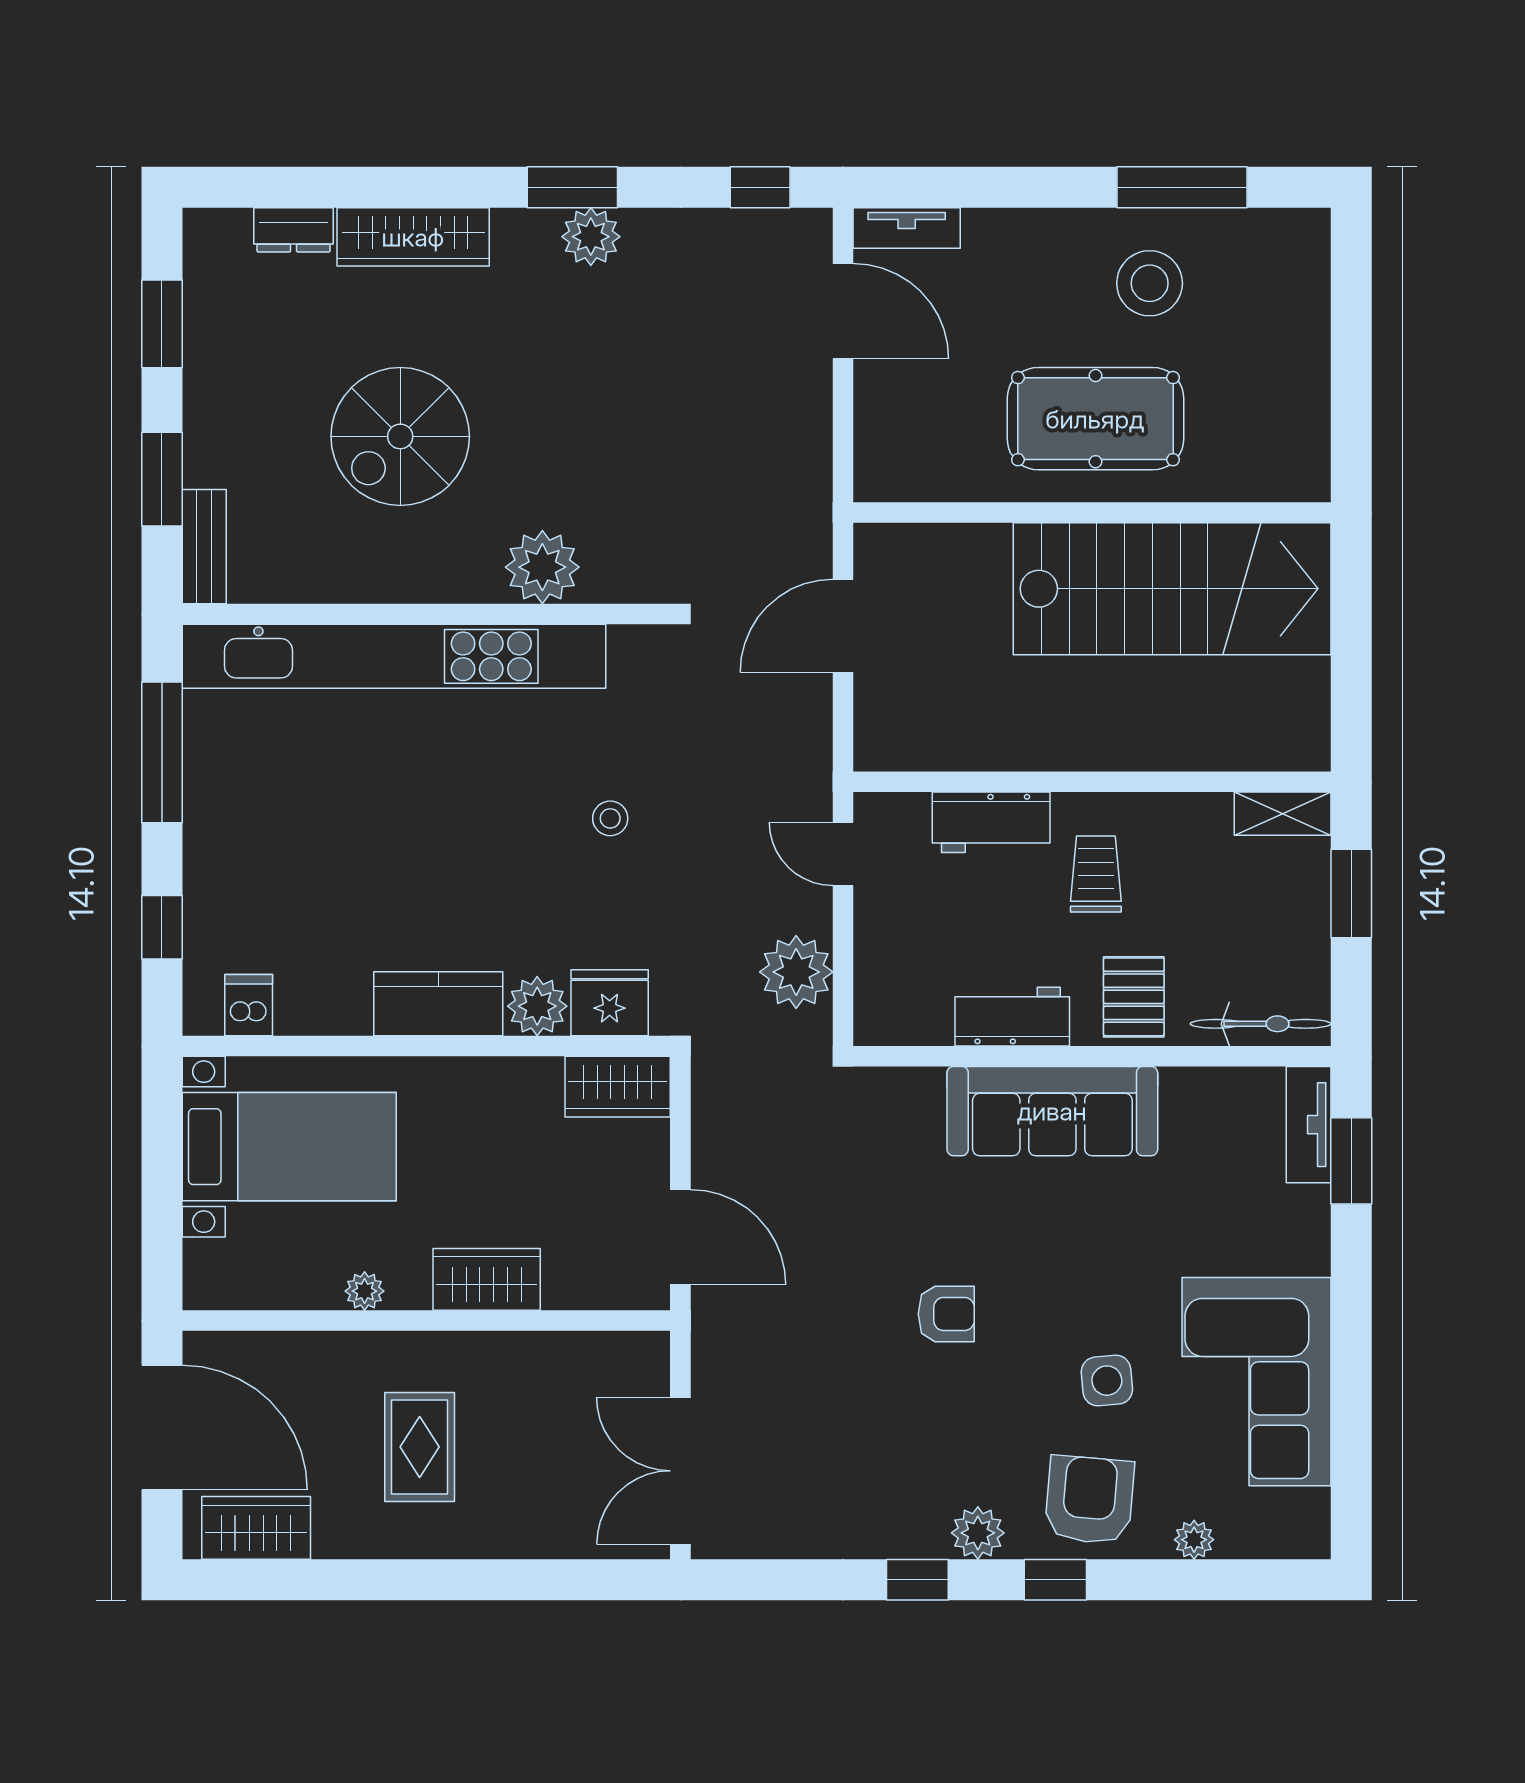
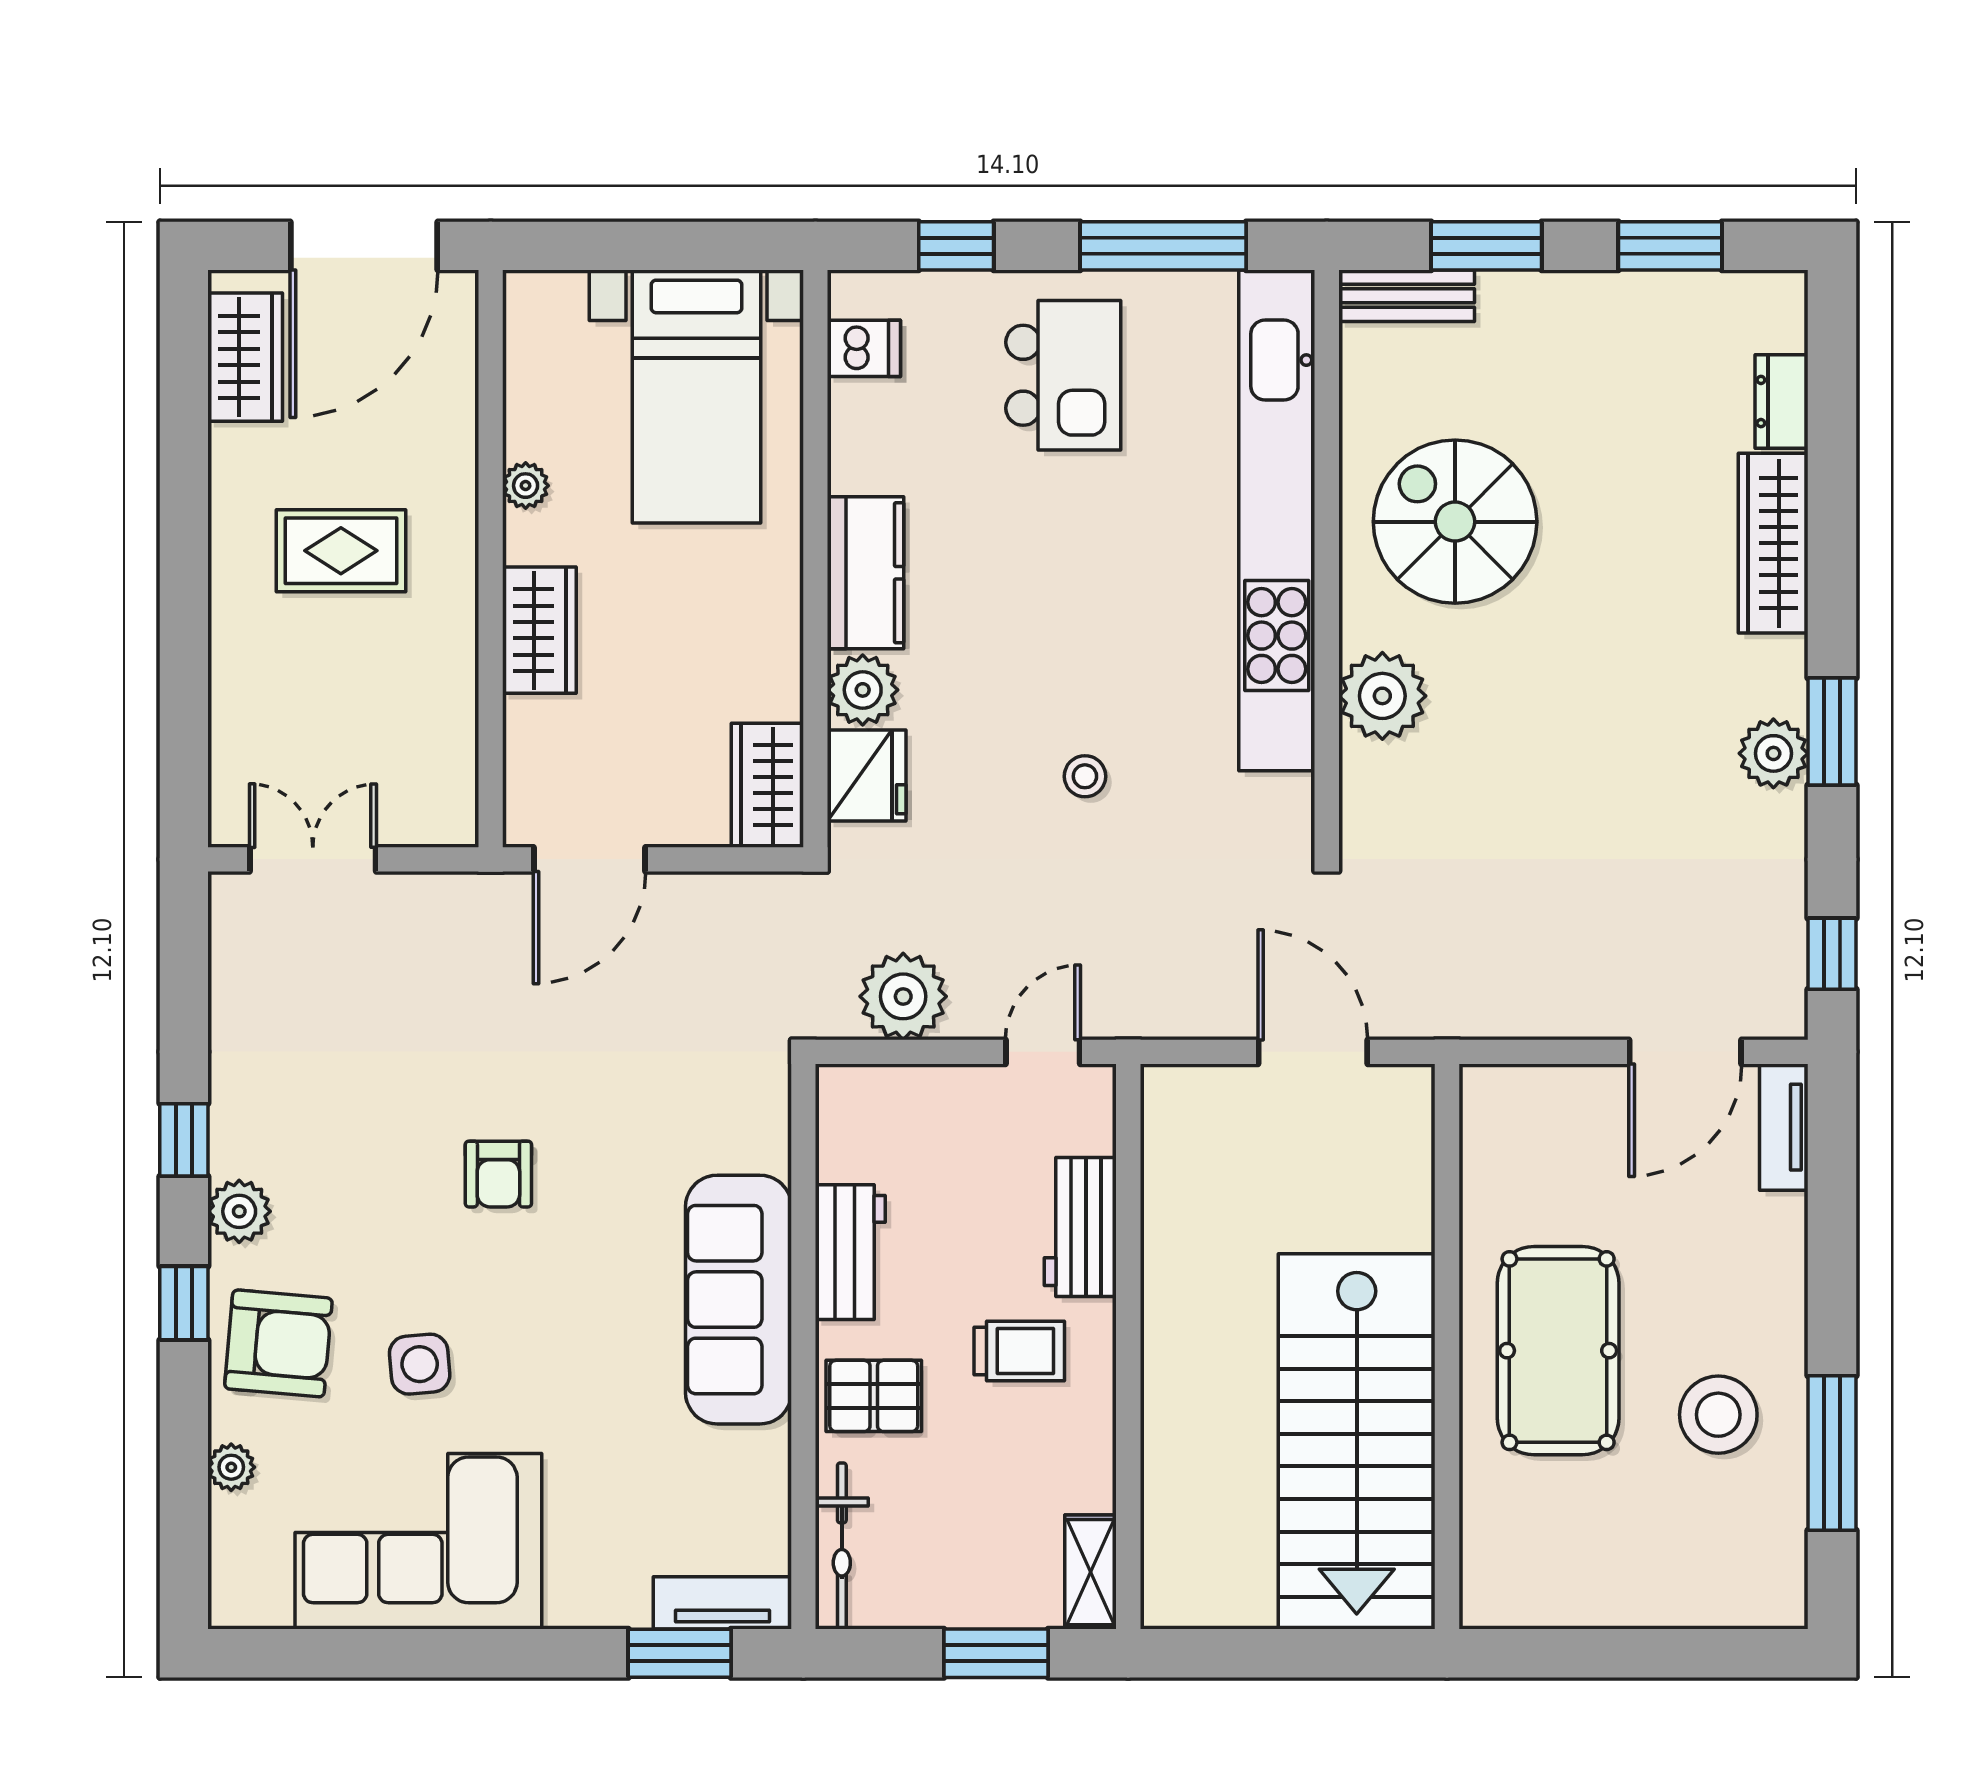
spiral stairs: (400, 436) -> (1455, 522), moved
kitchen island: (271, 837) -> (1063, 375), added
double door: (680, 1471) -> (313, 859), width x0.73

